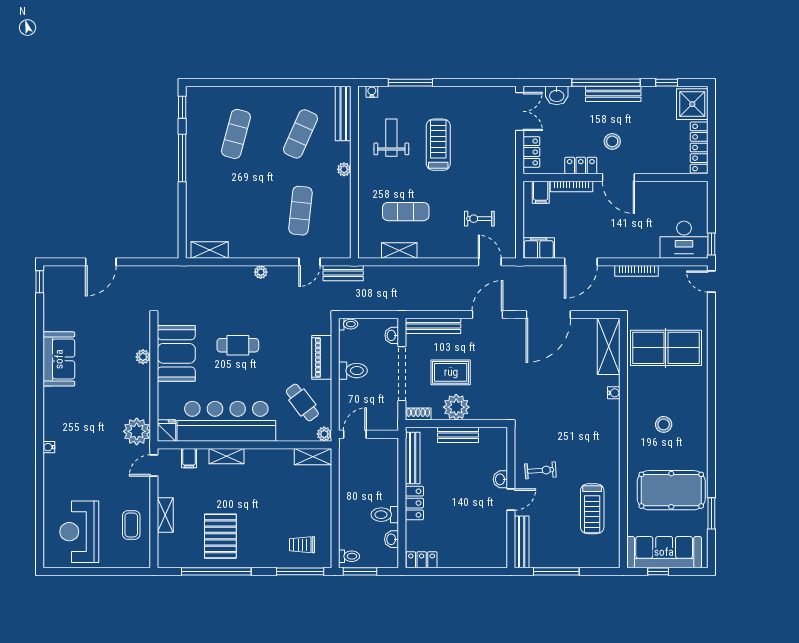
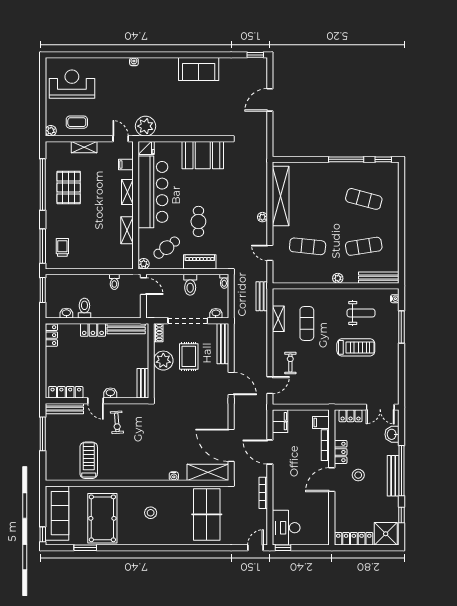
exercise mat: (300, 134) -> (364, 246), turned -33
exercise bike: (479, 219) -> (290, 363), moved
shelving: (210, 250) -> (281, 196), width x2.20, depth x1.33
door: (101, 262) -> (270, 100), hinge flipped
bench: (343, 273) -> (262, 296), moved
door: (548, 315) -> (231, 445), moved
cafe table: (238, 345) -> (198, 221), moved
plant: (143, 357) -> (51, 131), moved
bench: (458, 435) -> (143, 383), moved
shelving: (313, 457) -> (127, 230), moved
treadmill: (592, 509) -> (89, 460), turned 90
pallet: (220, 536) -> (69, 187), turned 90
locker: (499, 540) -> (66, 392), added
toilet: (349, 556) -> (114, 282), moved
window: (658, 571) -> (43, 534), moved

